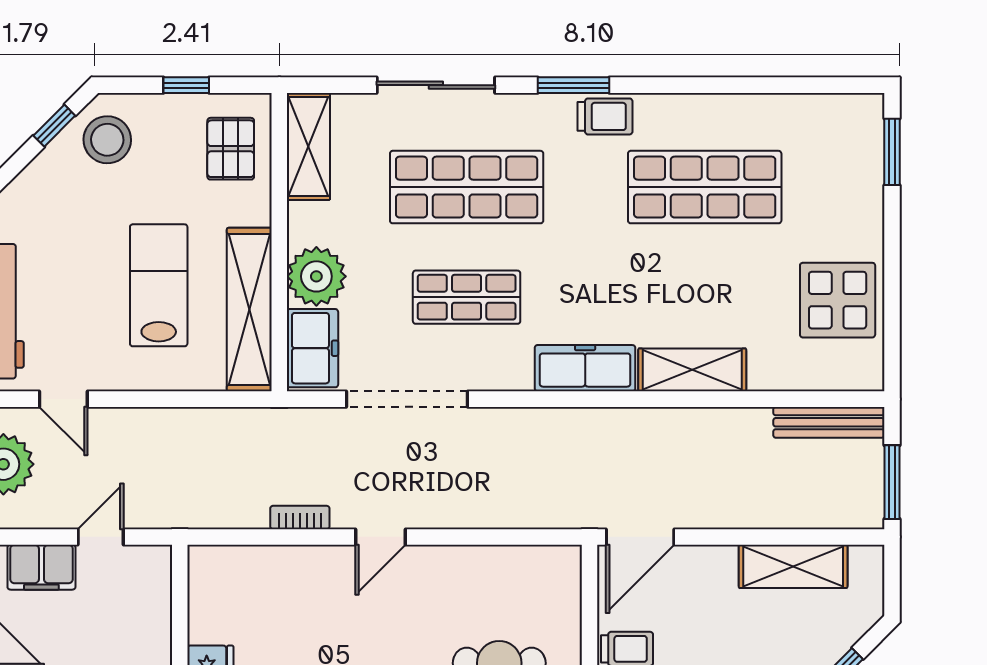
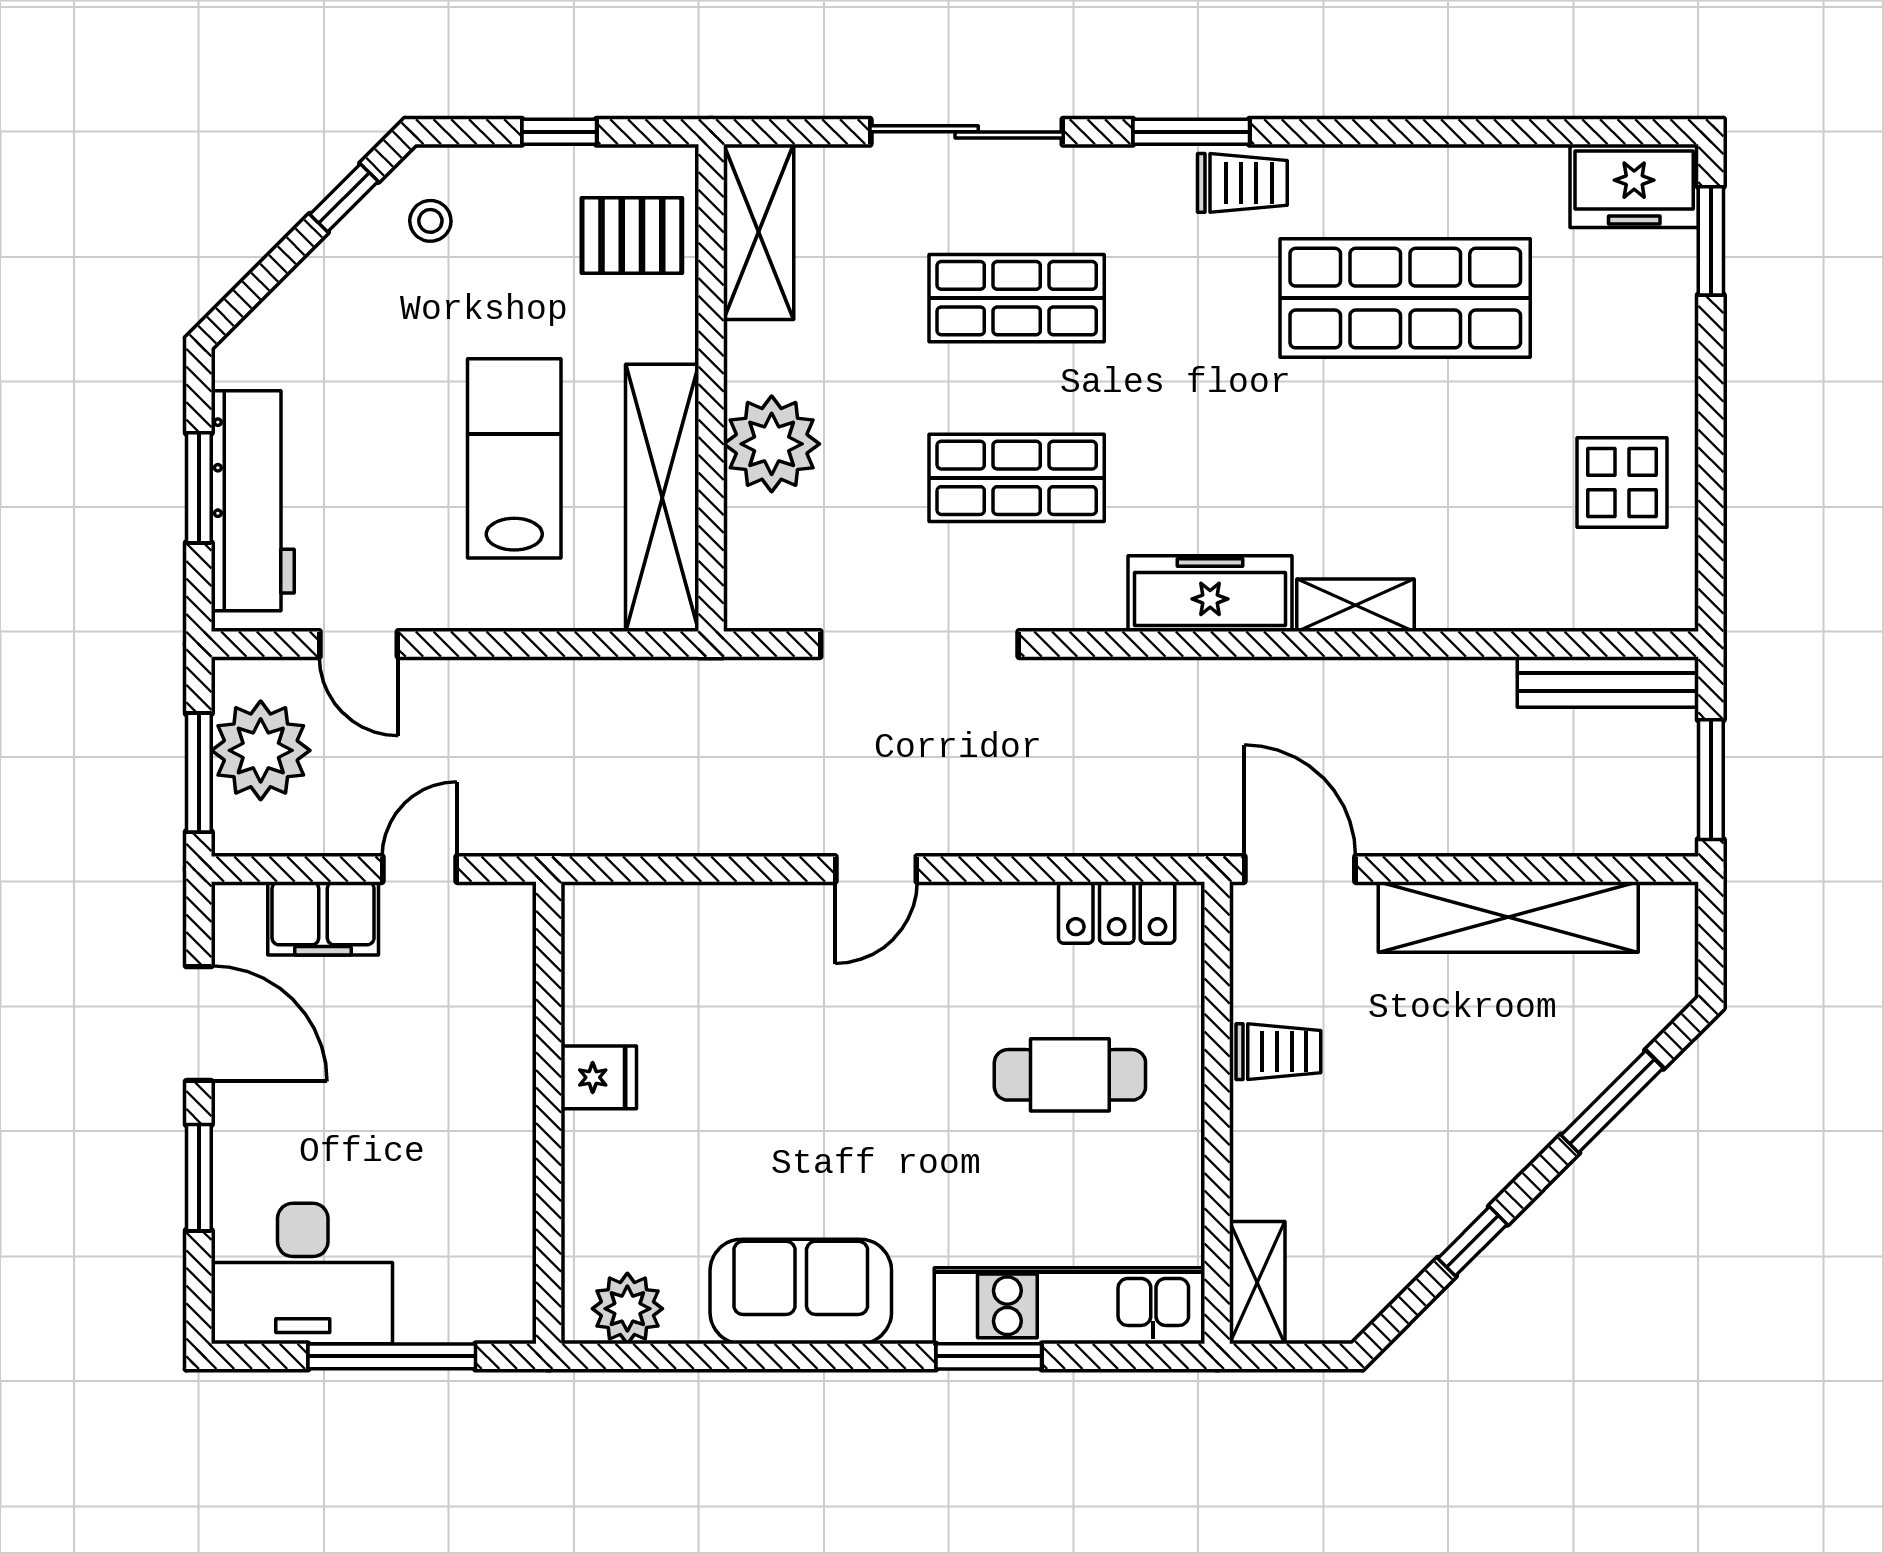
stool: (107, 140) -> (430, 221), width x0.53, depth x0.53
pallet: (231, 149) -> (632, 236), turned 90
shop shelf: (467, 187) -> (1017, 298), width x0.70, depth x0.74
display table: (838, 300) -> (1622, 483), width x0.73, depth x0.73
freezer: (312, 348) -> (1634, 186), moved, turned 90
shelving: (692, 370) -> (1355, 605), width x0.67, depth x0.75
bookcase: (300, 517) -> (745, 837), removed
door: (640, 537) -> (1300, 869), swing flipped
locker: (528, 564) -> (1117, 912), added
shelving: (793, 566) -> (1508, 917), width x1.47

